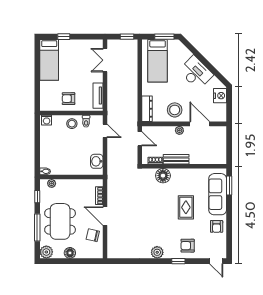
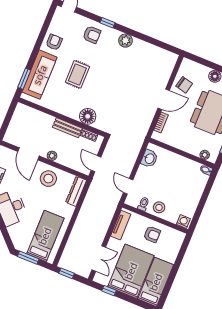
window: (64, 37) -> (109, 291), moved
bed: (74, 60) -> (131, 271), added
door: (105, 216) -> (164, 99), hinge flipped

